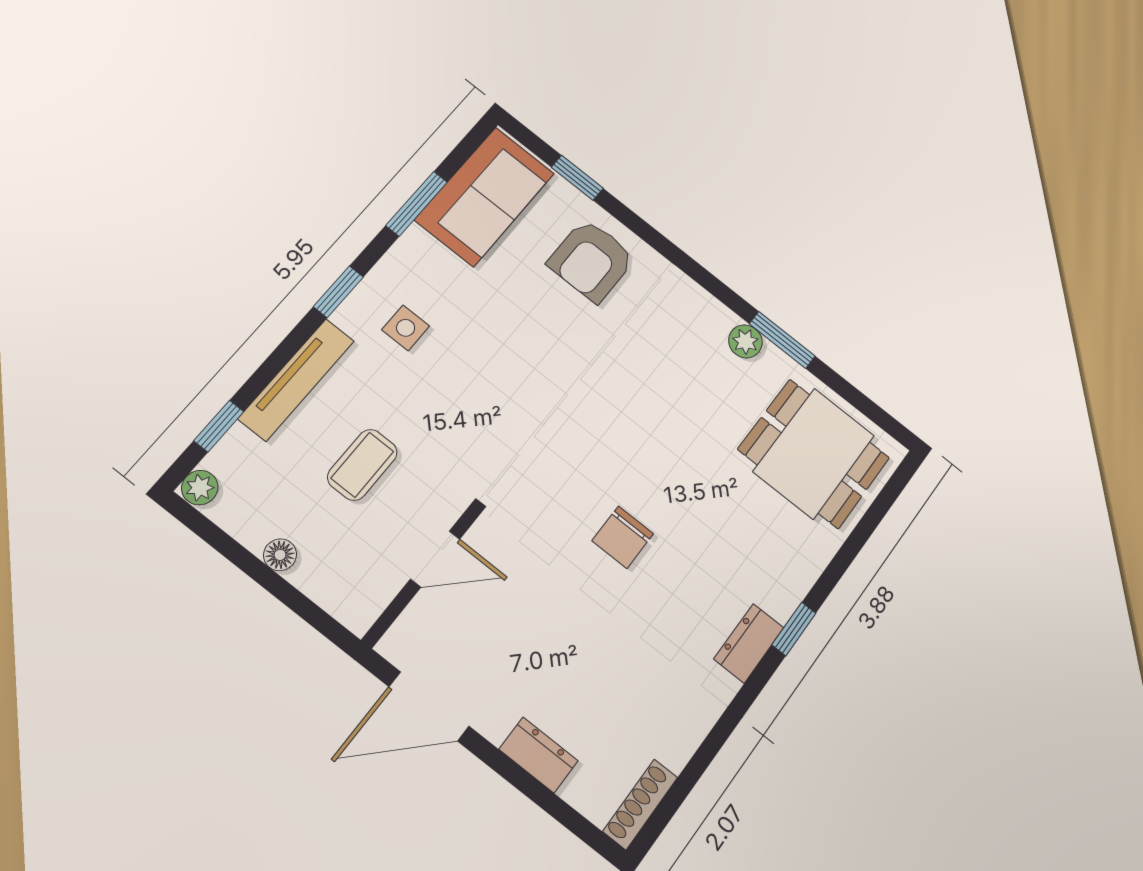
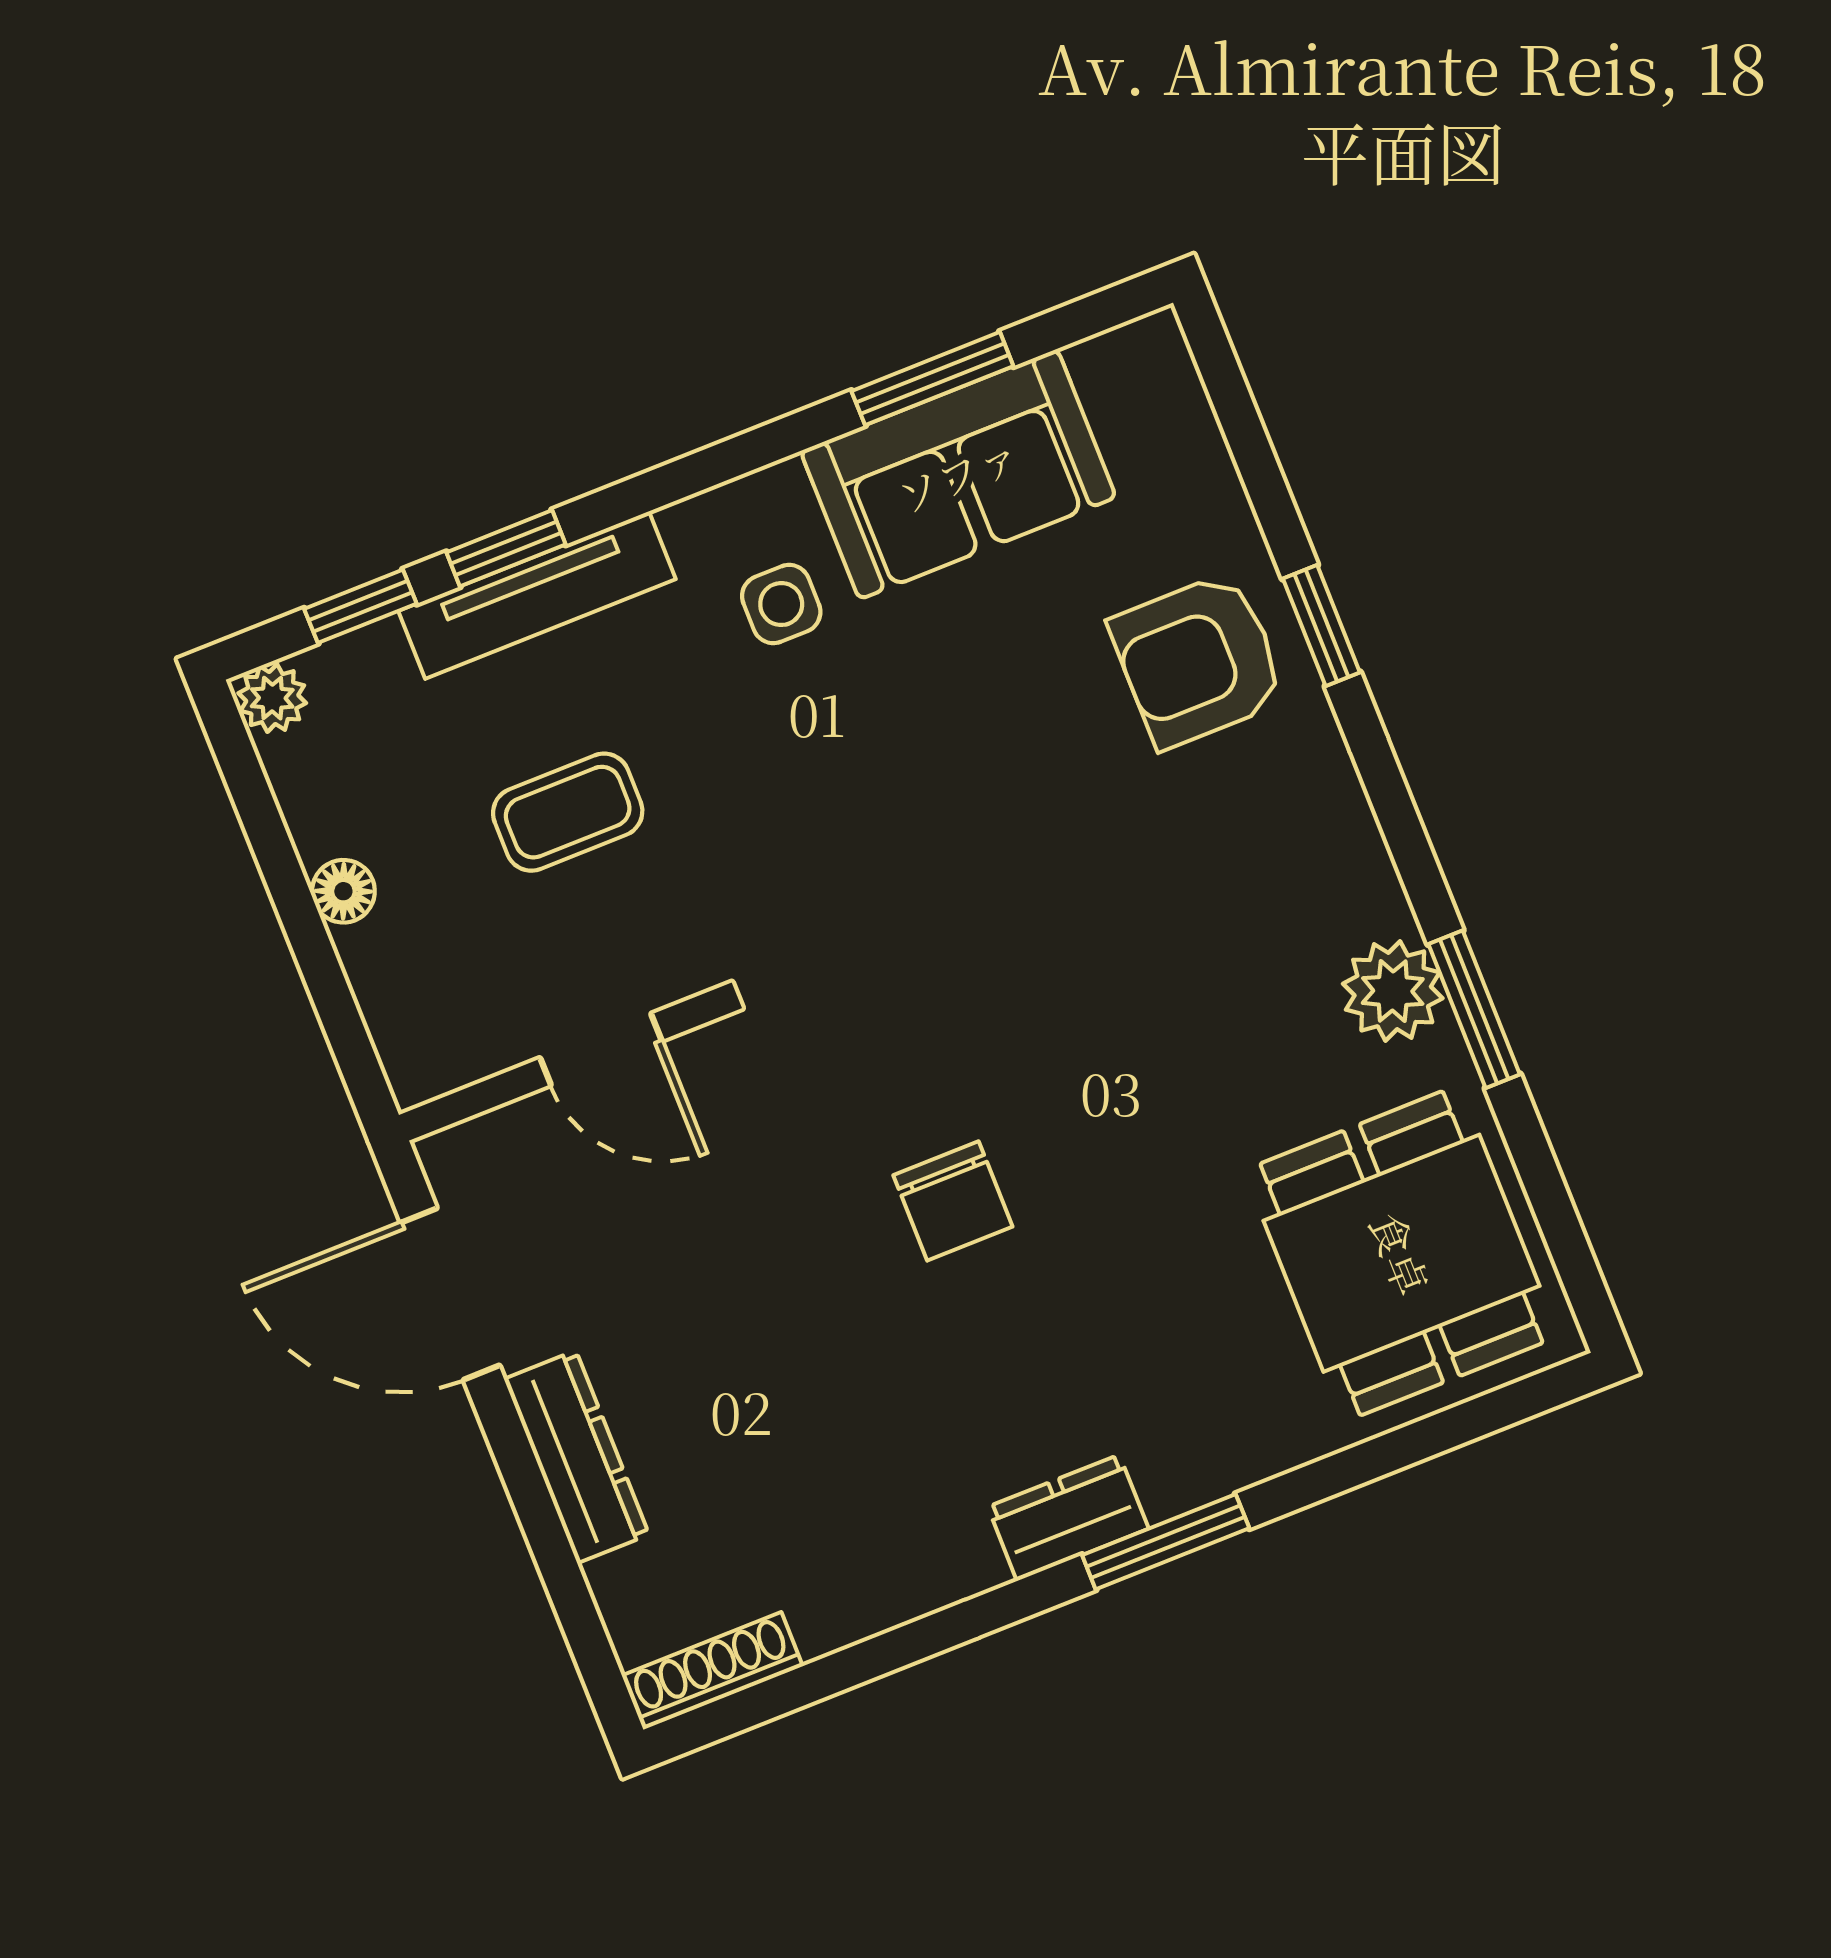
window: (577, 178) -> (1321, 626), moved
sofa: (485, 197) -> (958, 474), moved
window: (338, 292) -> (506, 548), moved
plant: (745, 341) -> (1393, 991), width x1.38, depth x1.38
chair: (623, 537) -> (953, 1201), turned -90
window: (794, 629) -> (1166, 1542), width x1.50
dresser: (539, 755) -> (577, 1457), width x1.44

